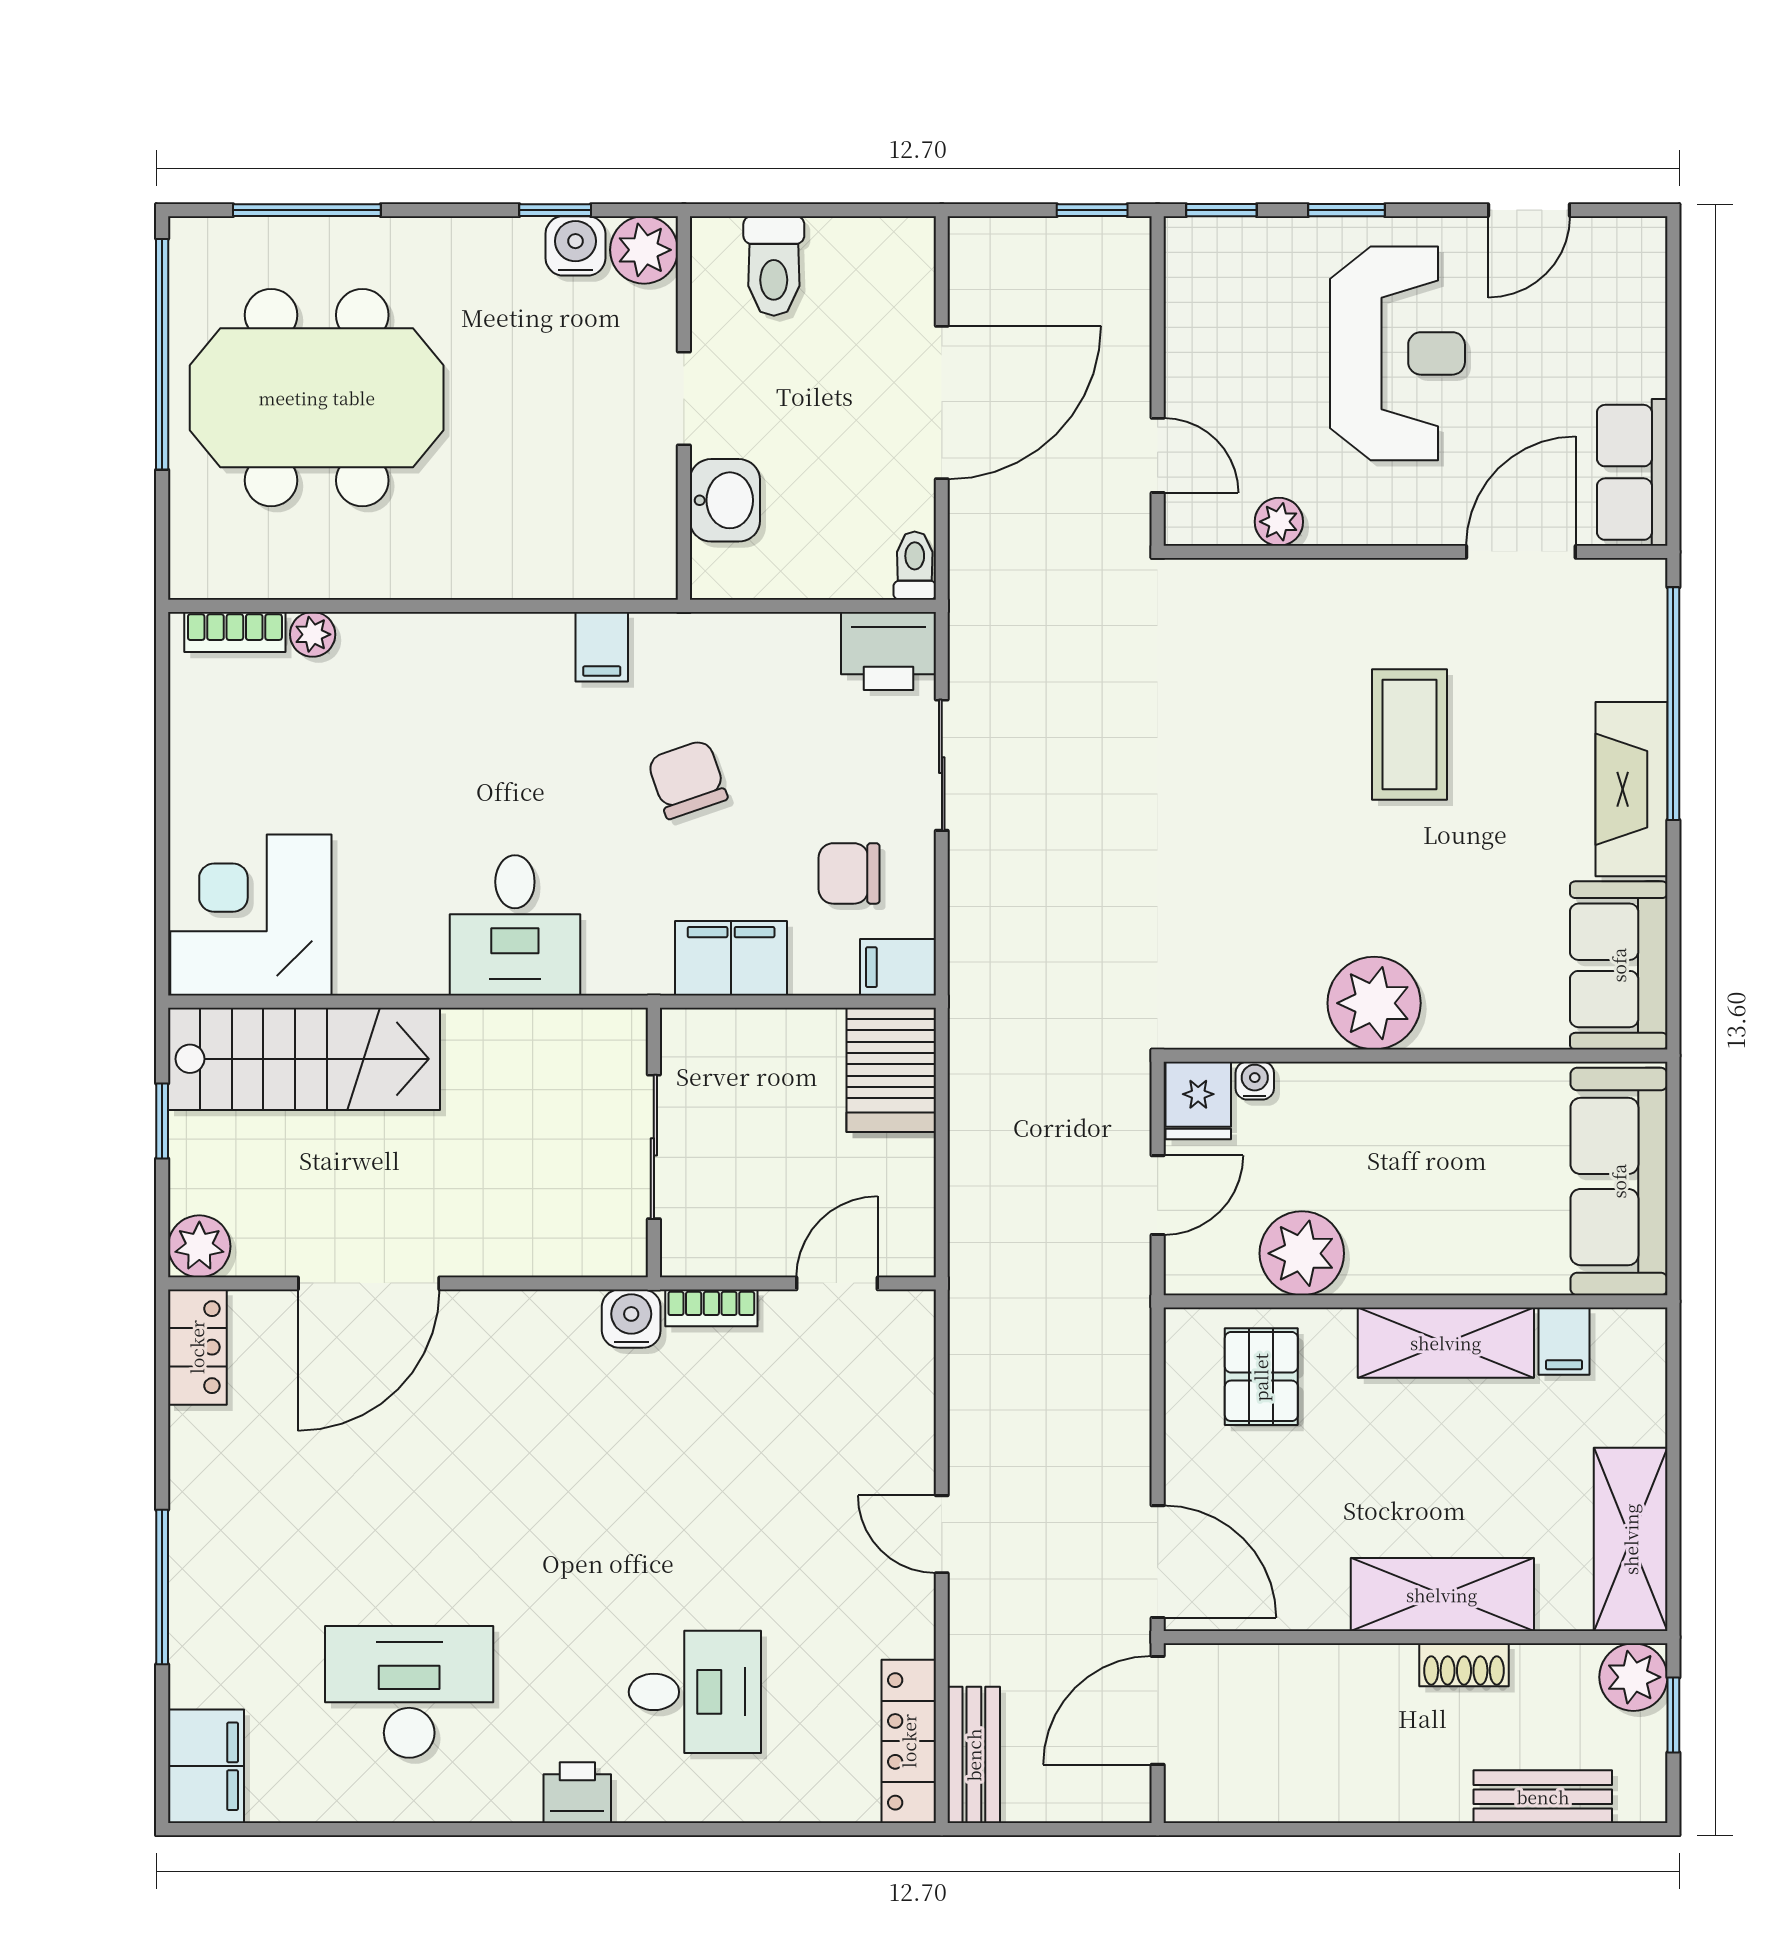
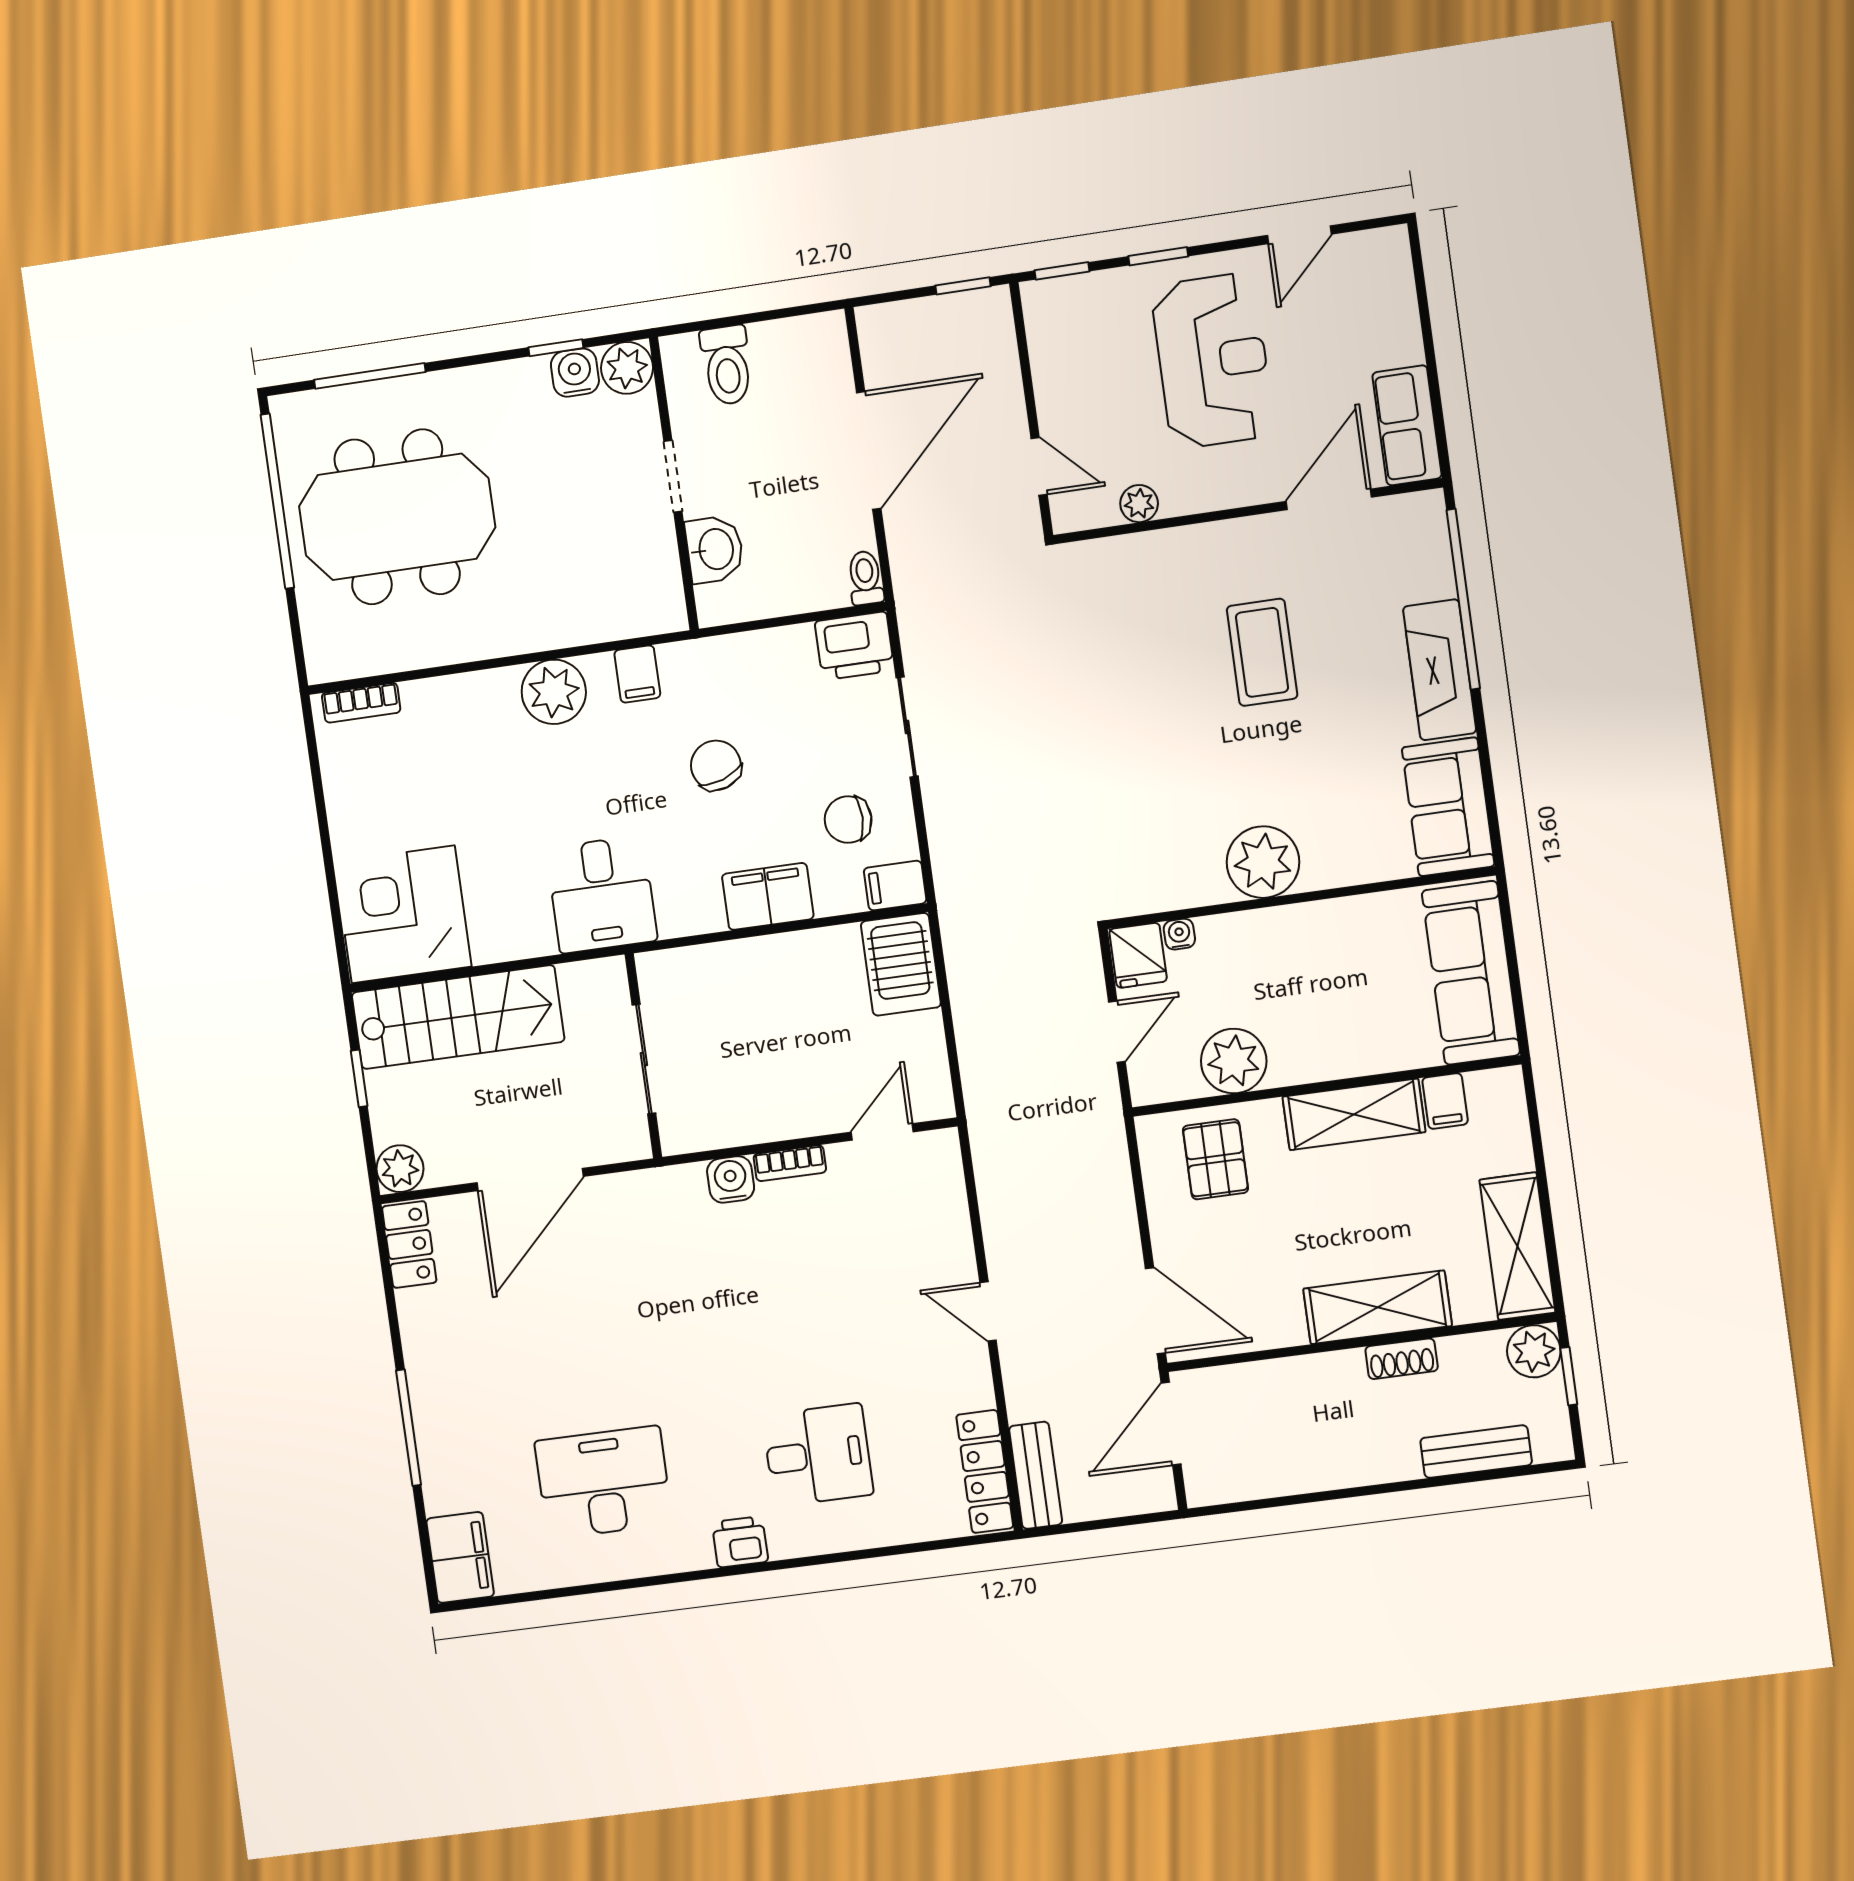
plant: (313, 634) -> (554, 692), moved, width x1.87, depth x1.87
wall: (654, 1142) -> (643, 1056), moved
sliding door: (654, 1147) -> (644, 1059), moved

